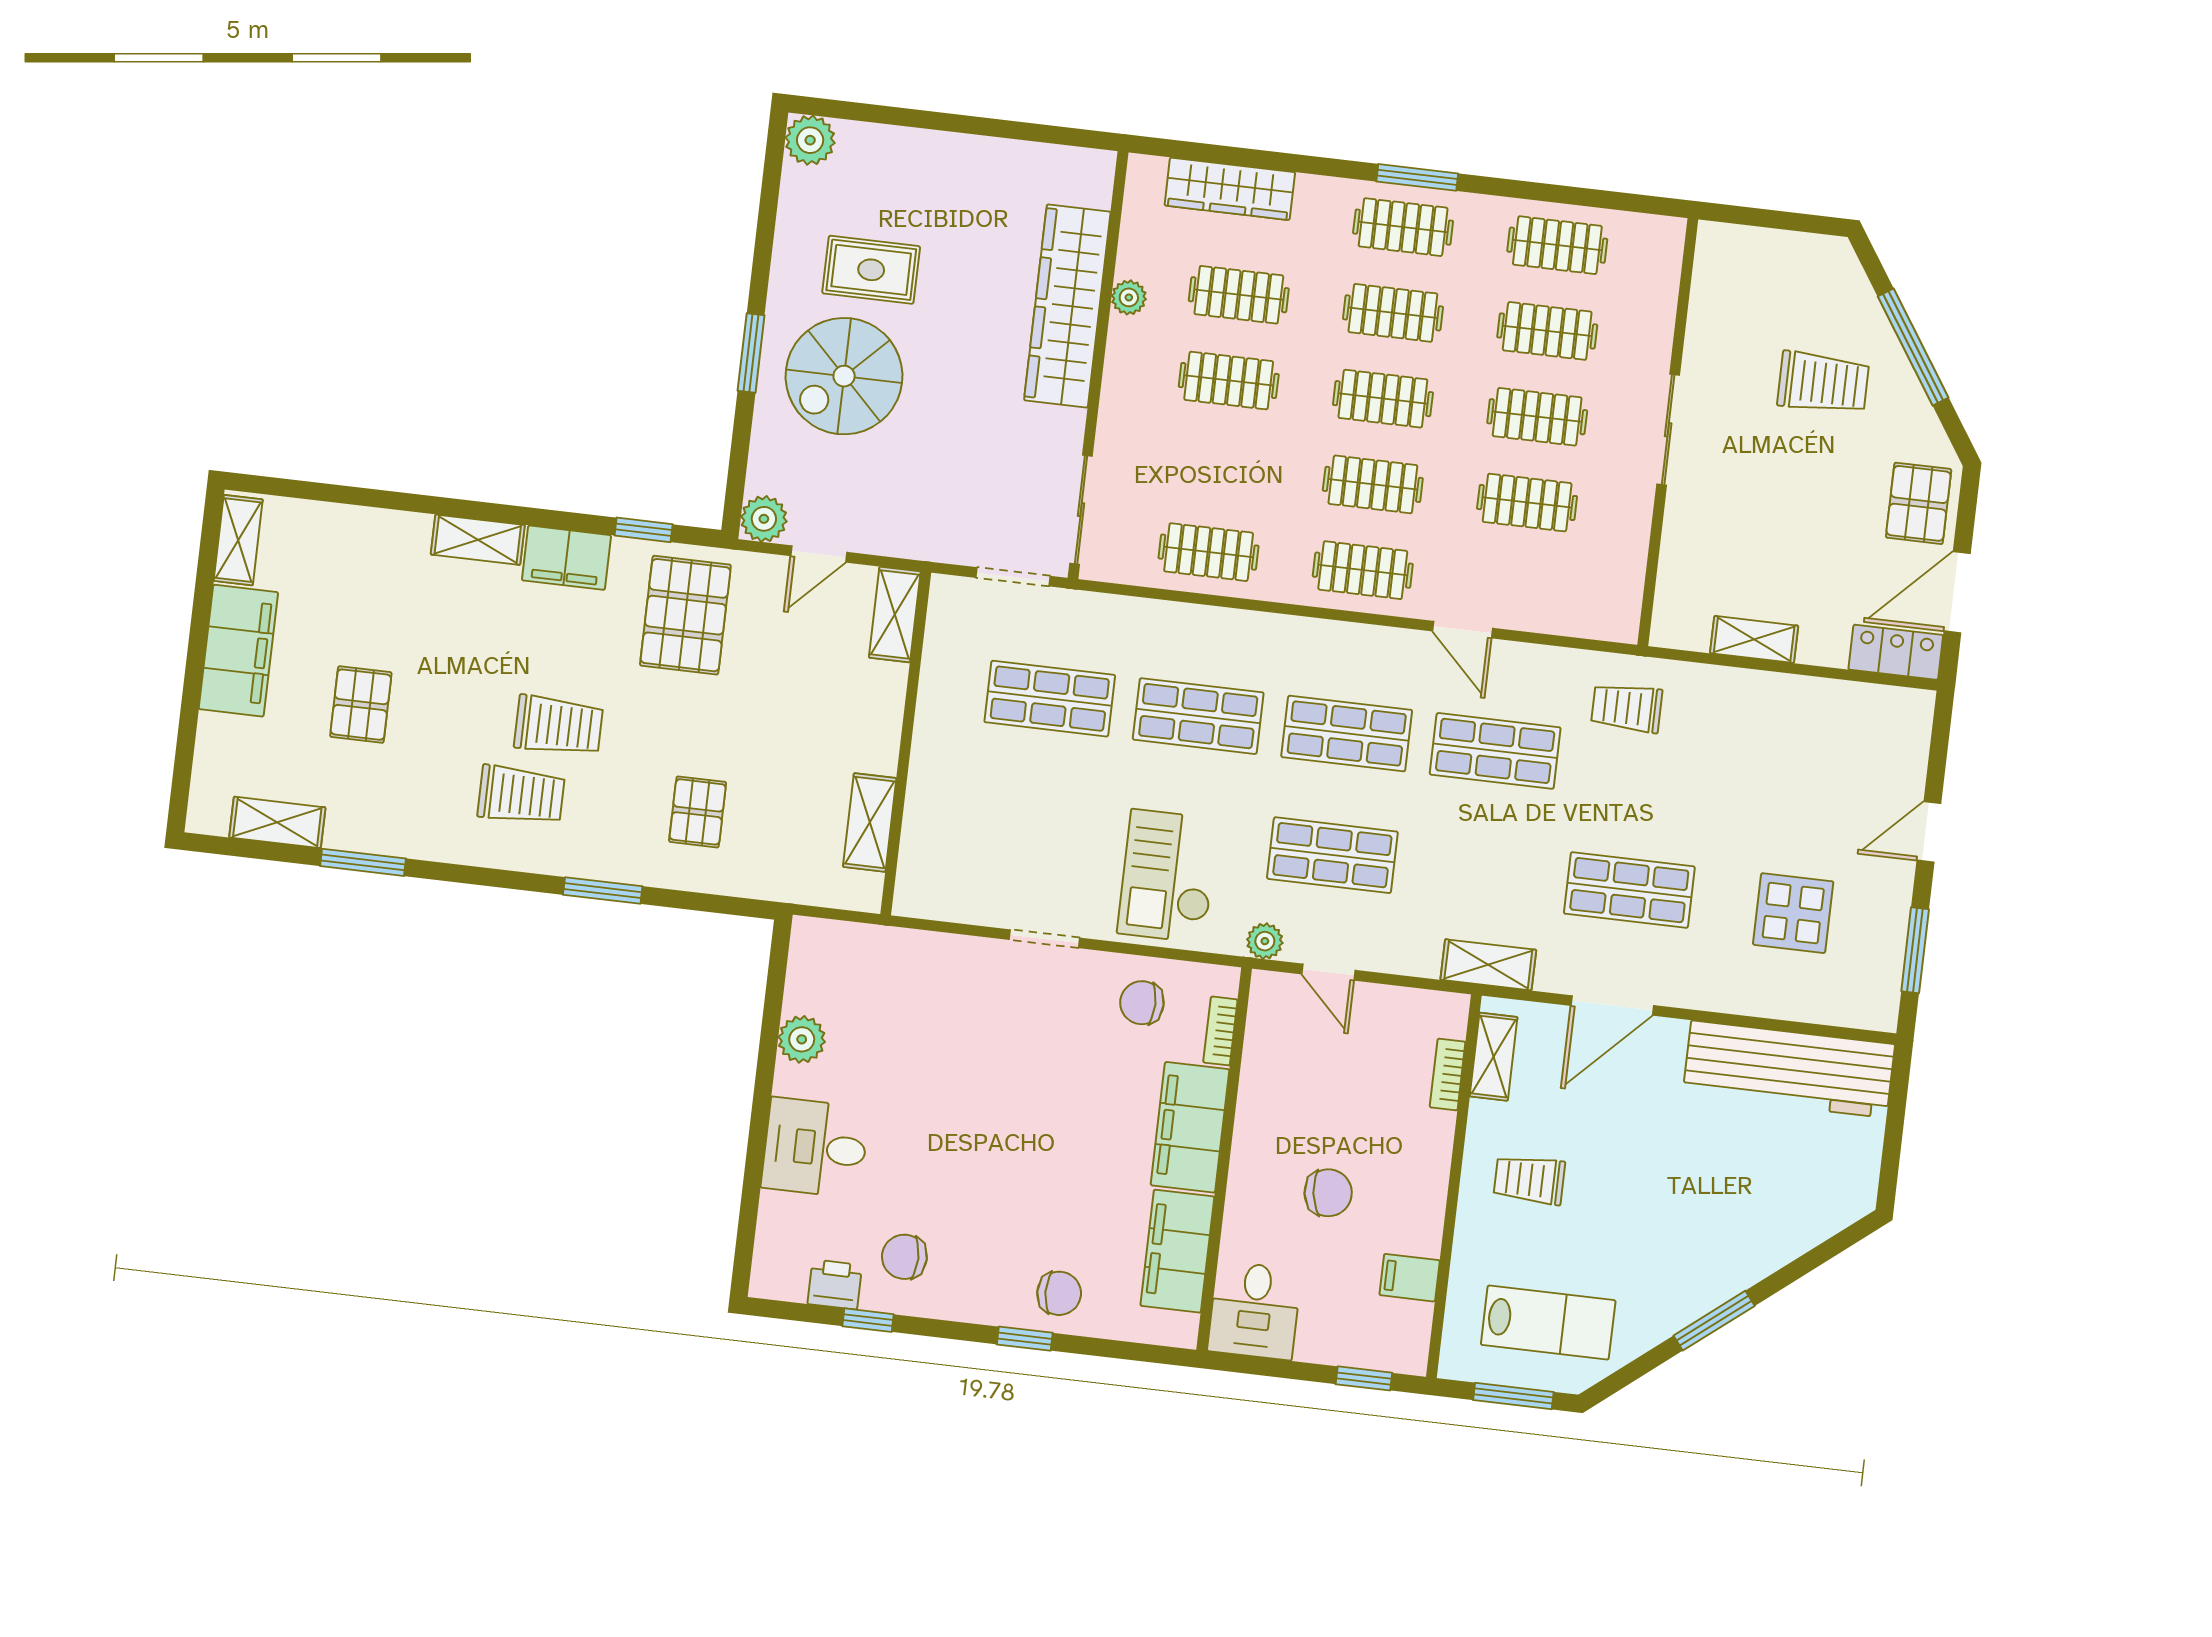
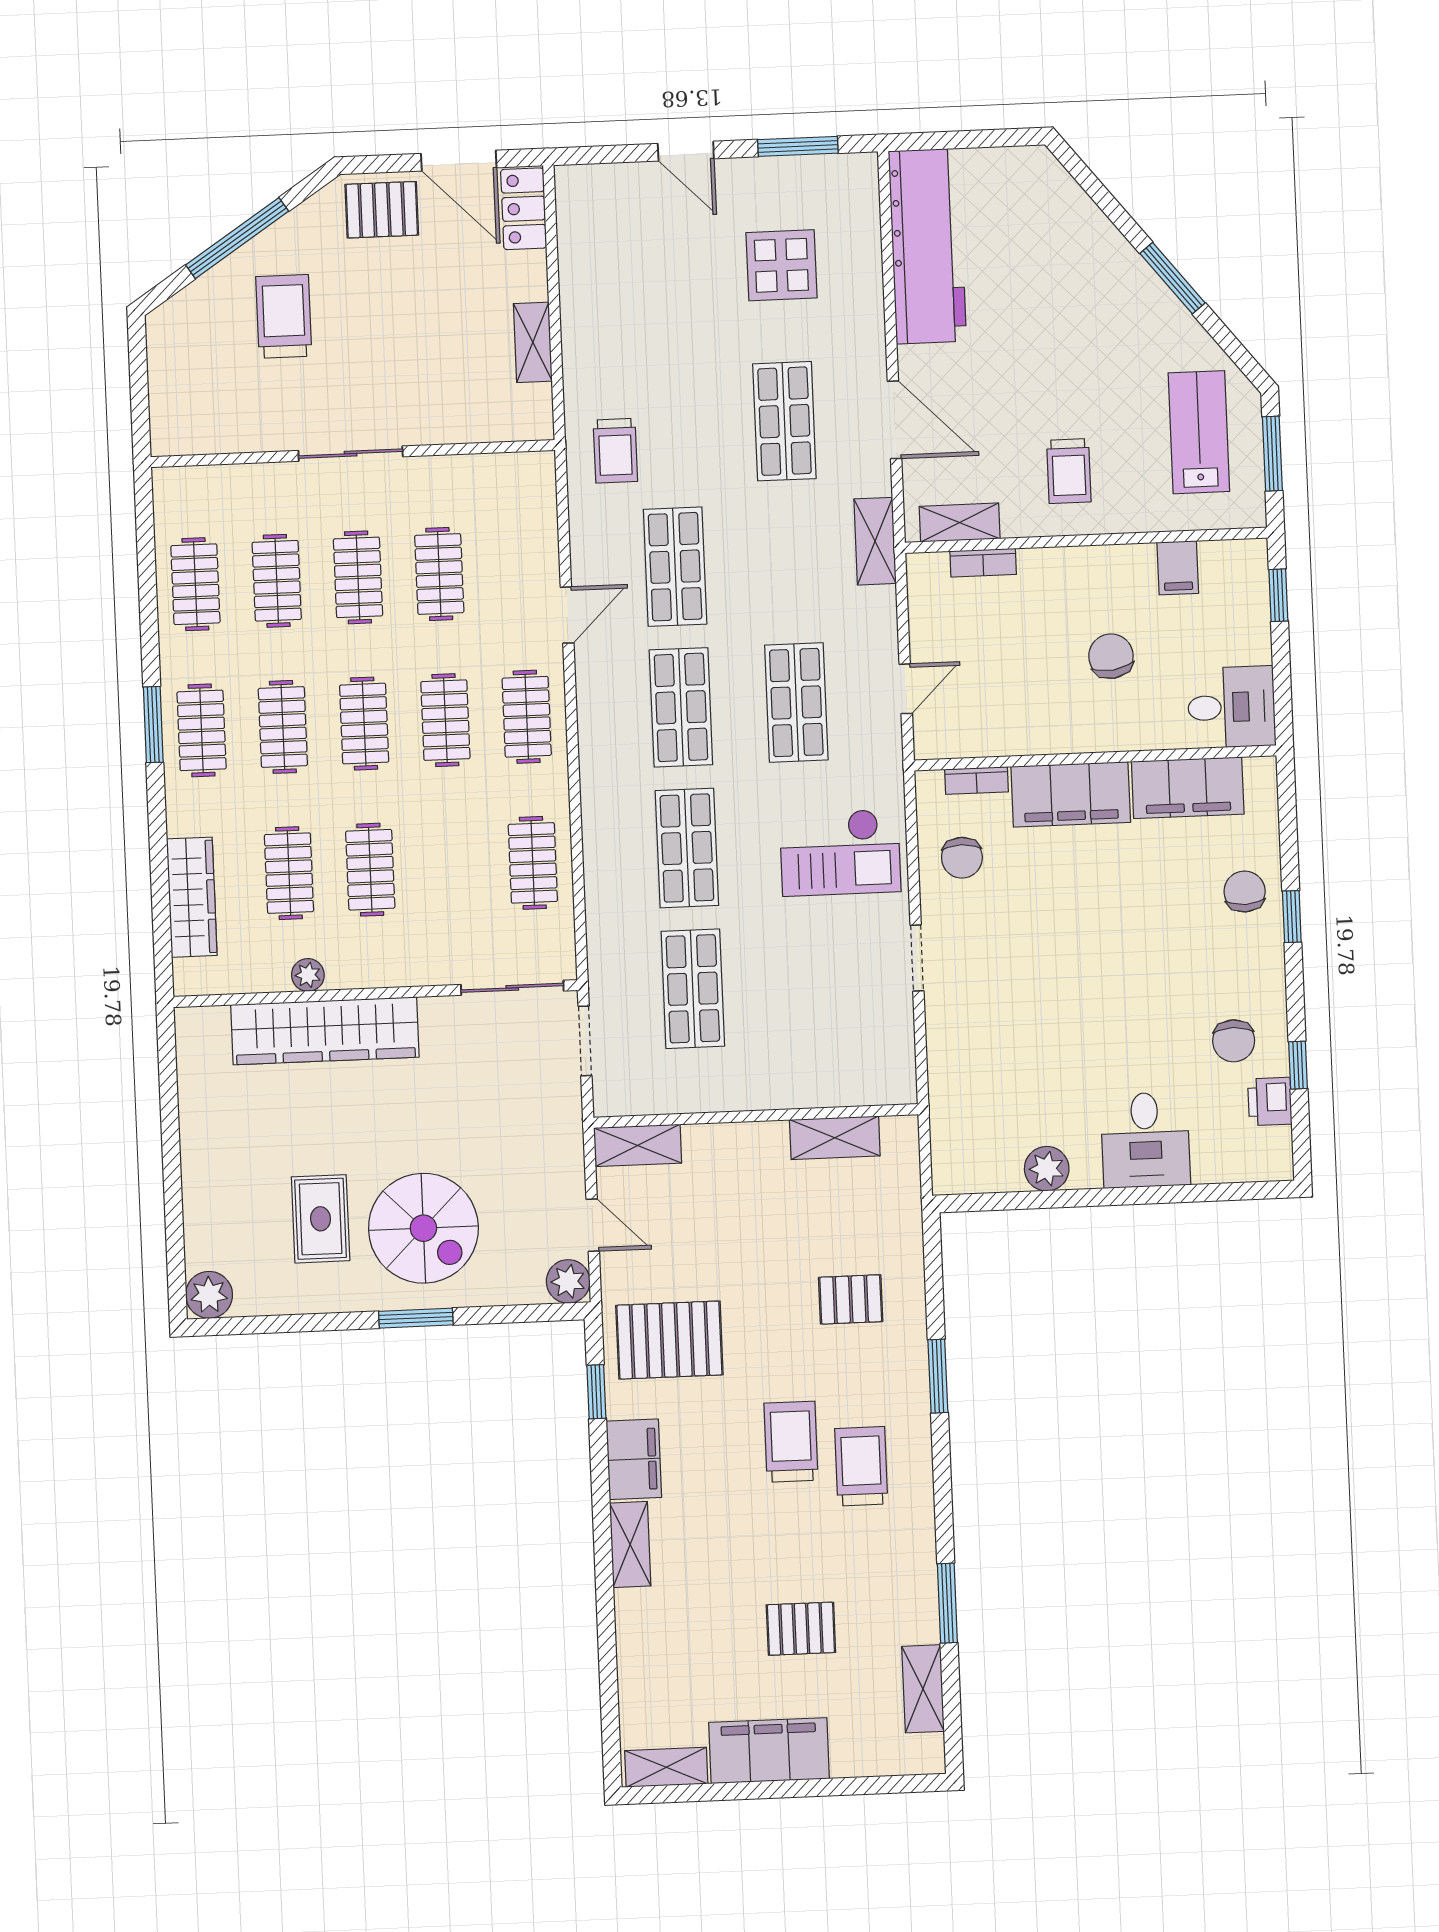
plant: (1265, 941) -> (886, 753), removed

